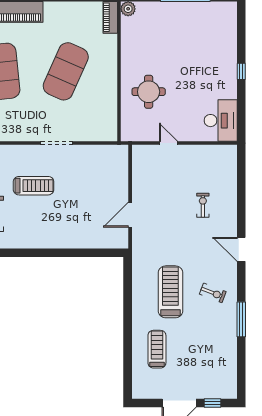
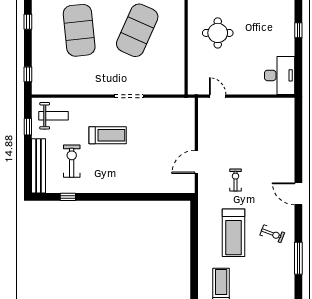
round table: (149, 92) -> (218, 33), moved
door: (169, 143) -> (218, 96), moved
exercise bike: (203, 205) -> (236, 180), moved
treadmill: (170, 292) -> (233, 233), turned 180

